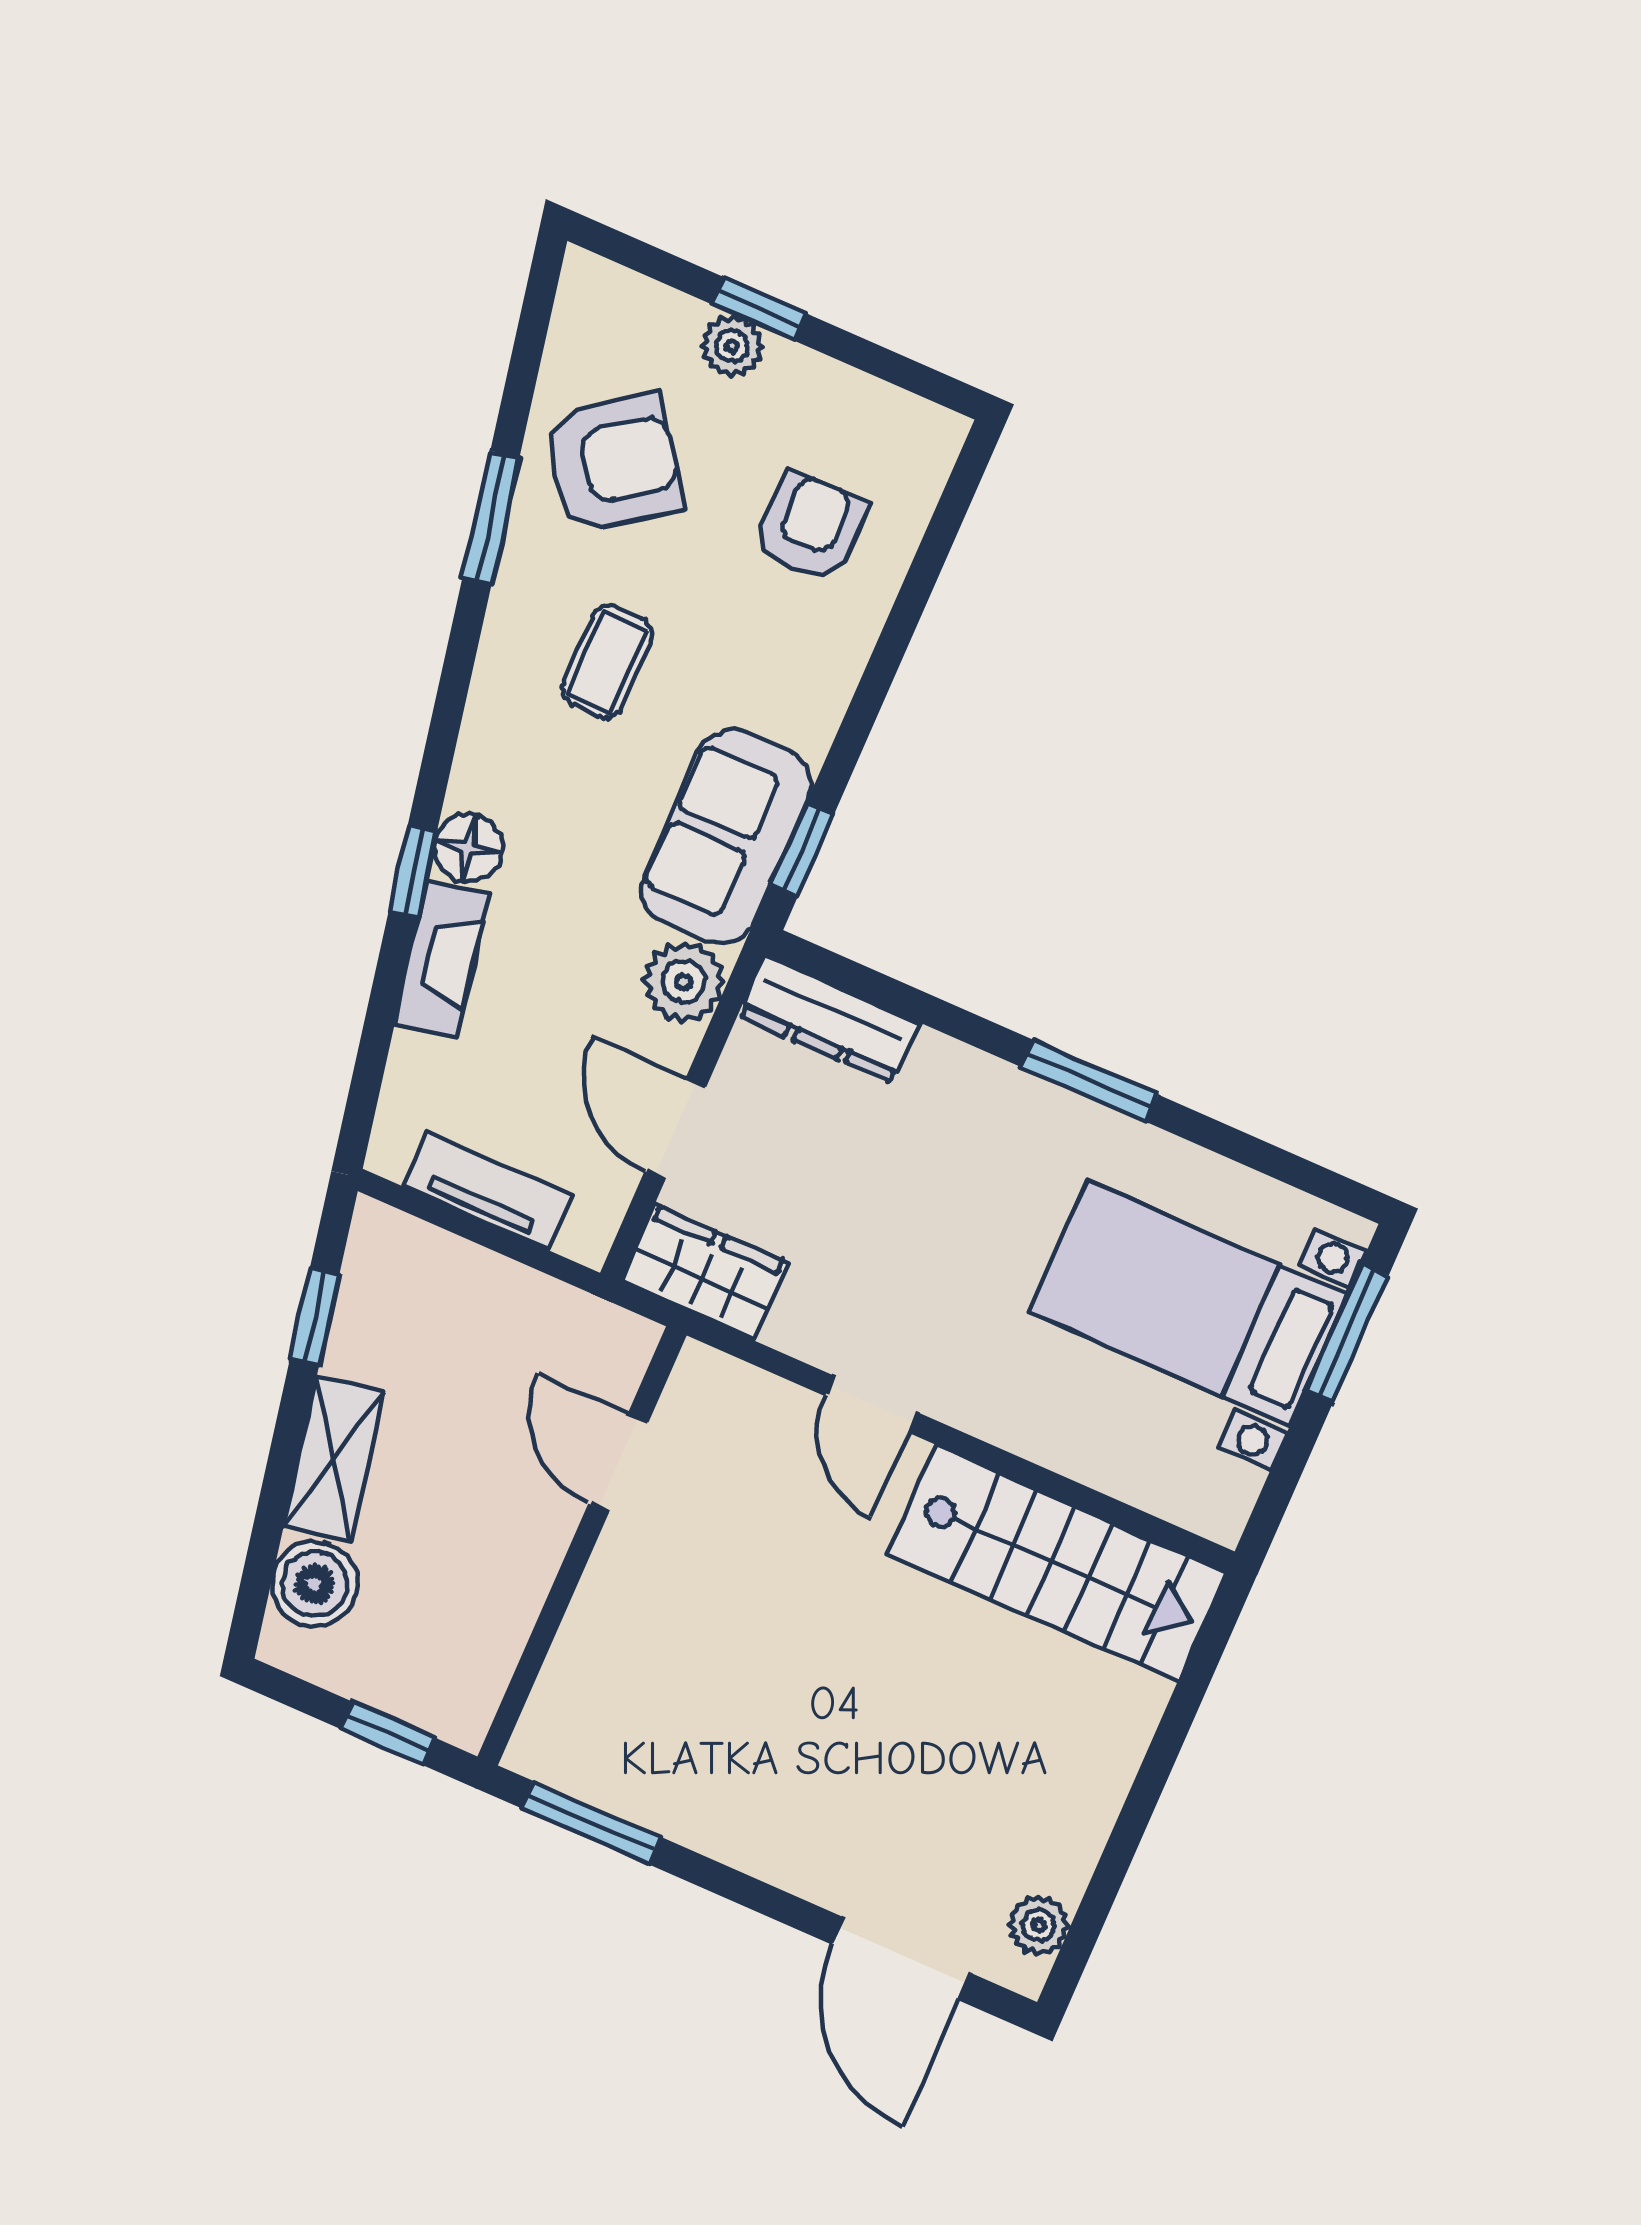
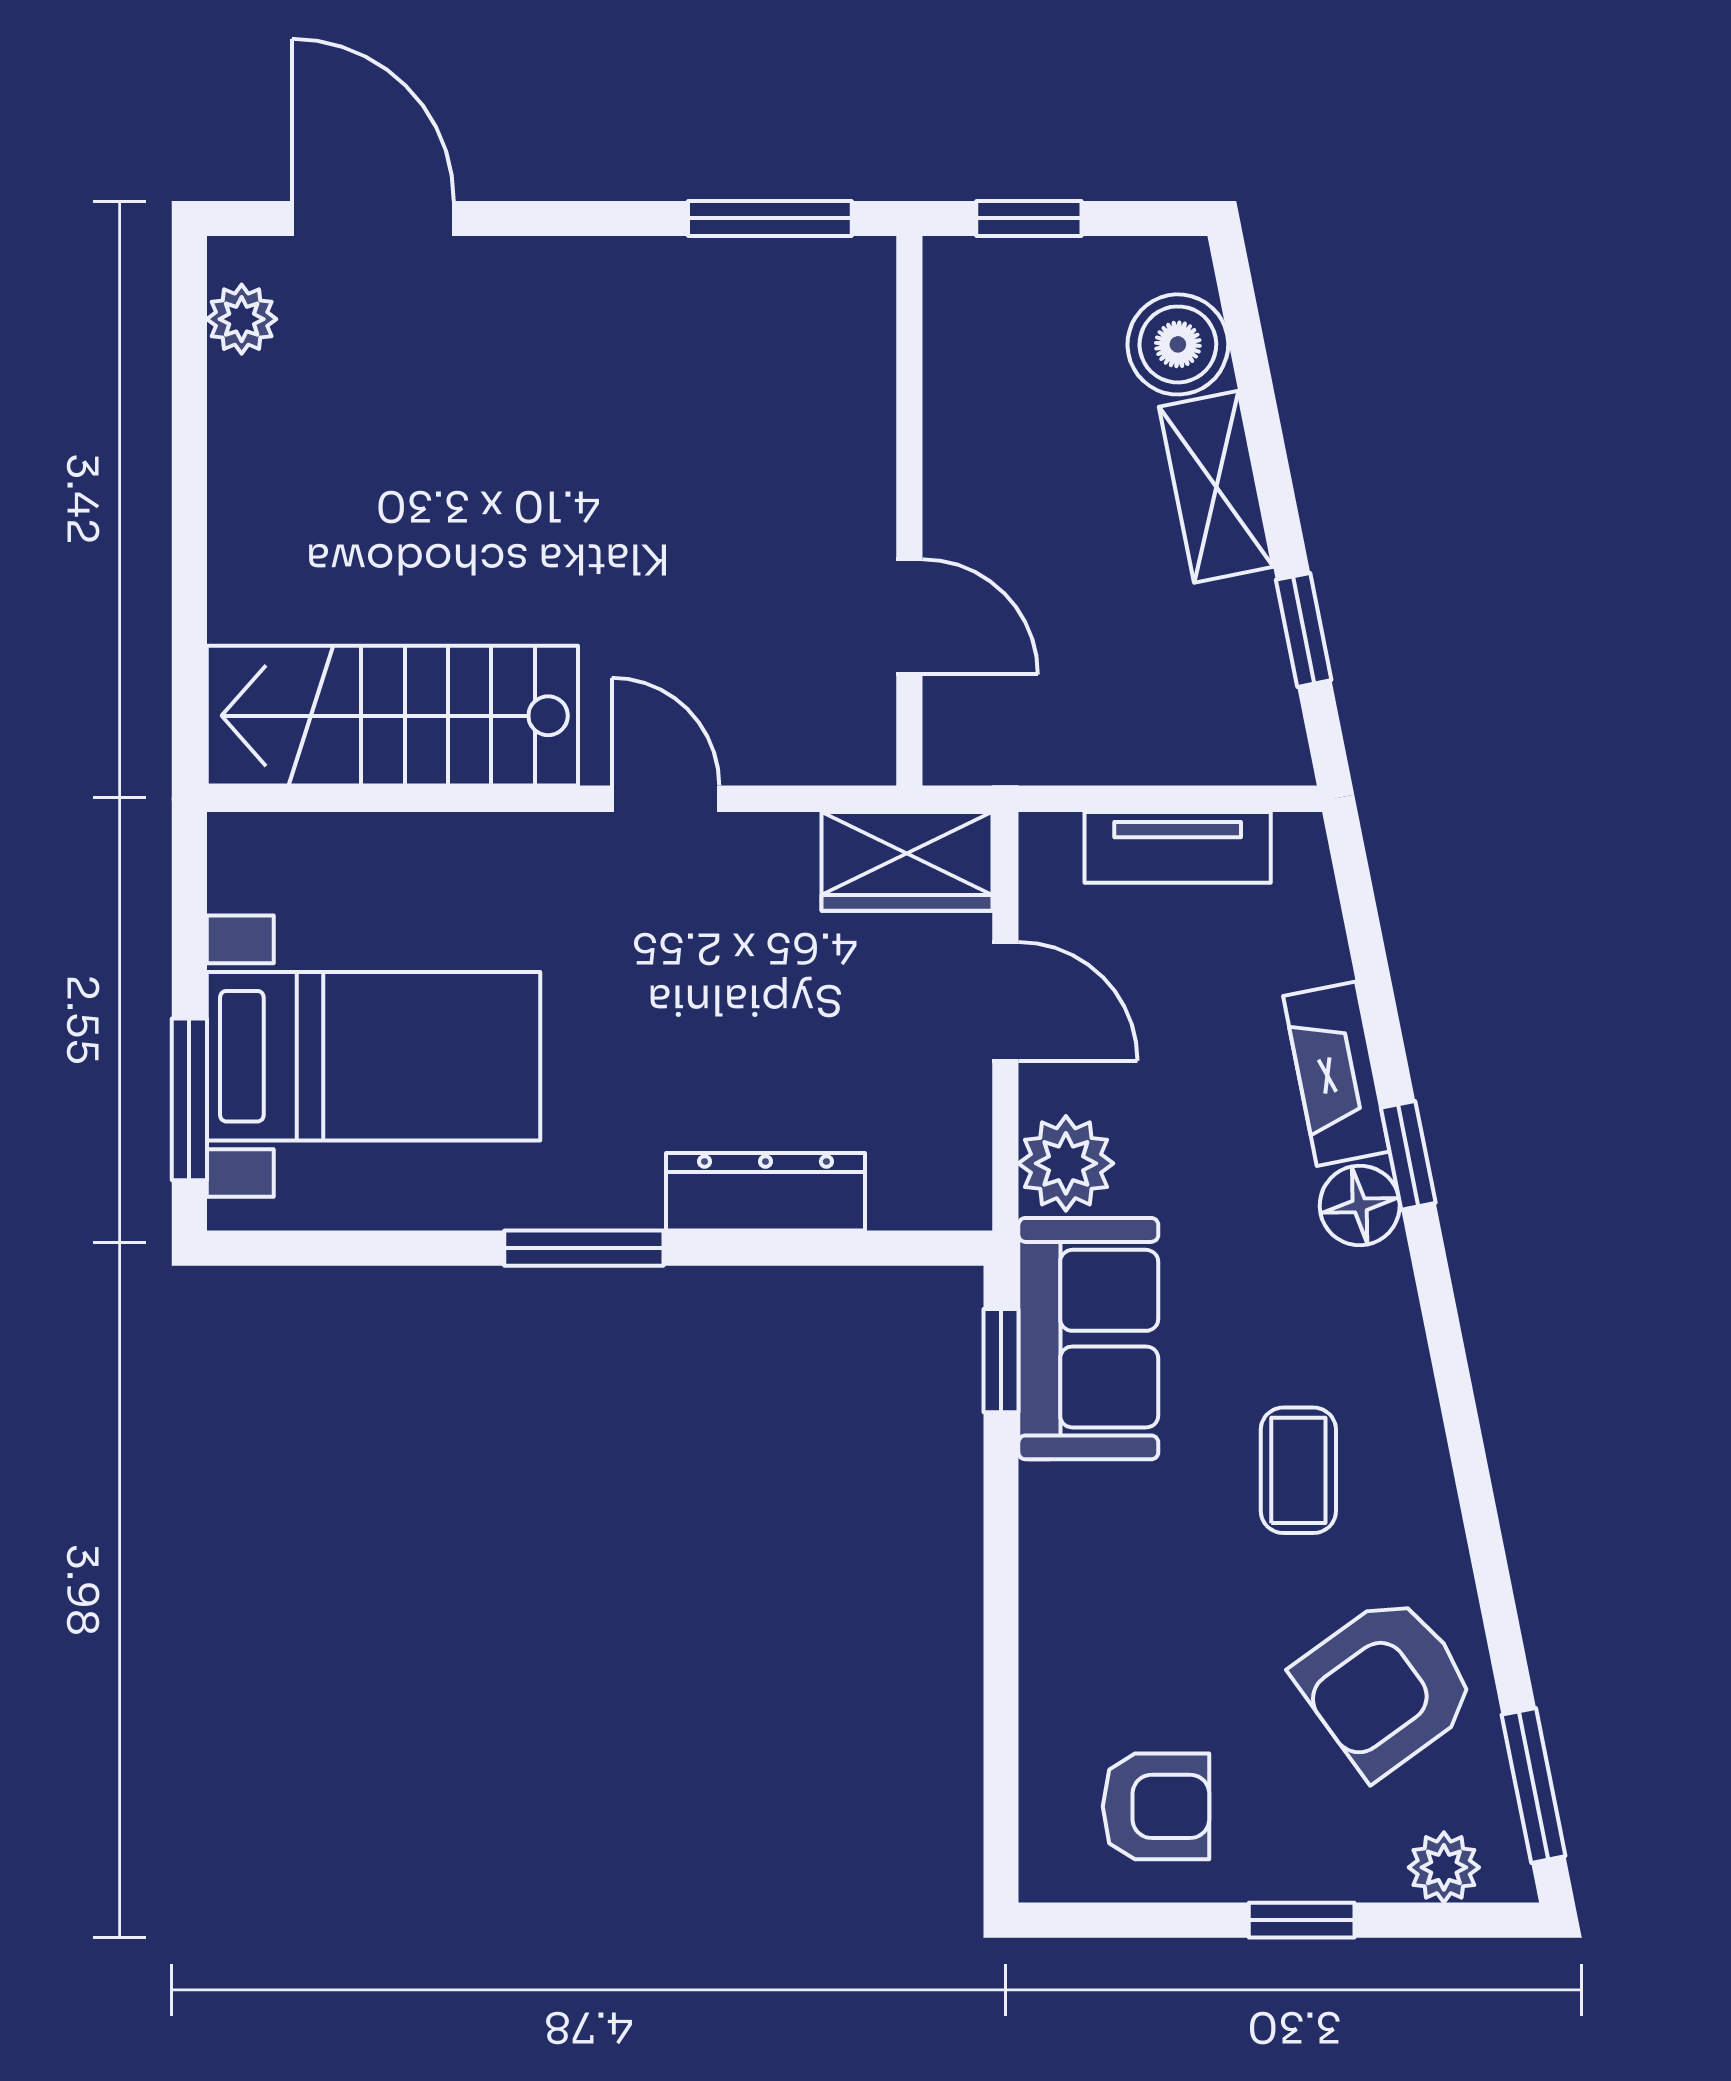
plant: (732, 346) -> (1444, 1867), moved
window: (491, 517) -> (1534, 1785), moved
armchair: (810, 527) -> (1156, 1806), moved, turned -90
dresser: (829, 1019) -> (765, 1192), moved

